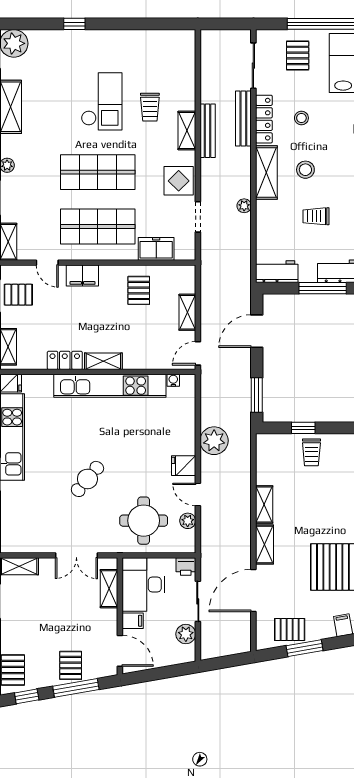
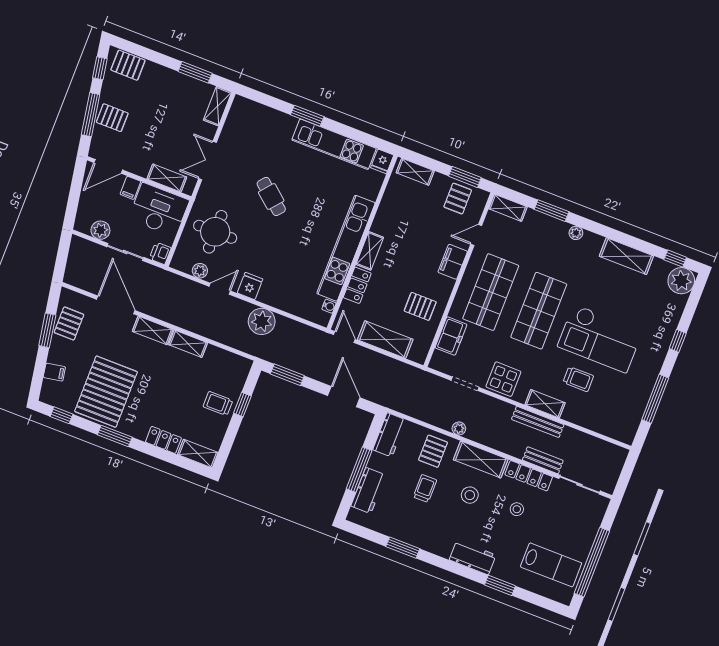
window: (140, 24) -> (655, 399), added
pallet: (298, 55) -> (433, 451), moved, turned 90
checkout: (102, 101) -> (600, 338), width x1.36, depth x1.21
trolley: (150, 107) -> (578, 379), turned 180
bench: (243, 118) -> (543, 460), width x0.73
shelving: (187, 312) -> (385, 339), width x1.50, depth x1.33
locker: (65, 360) -> (357, 285), moved

